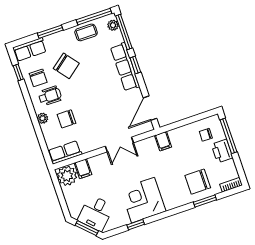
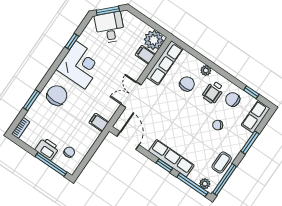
chair: (66, 66) -> (218, 125), width x0.54, depth x0.54
row of seats: (65, 152) -> (165, 63), width x1.48
chair: (198, 182) -> (57, 95), moved

